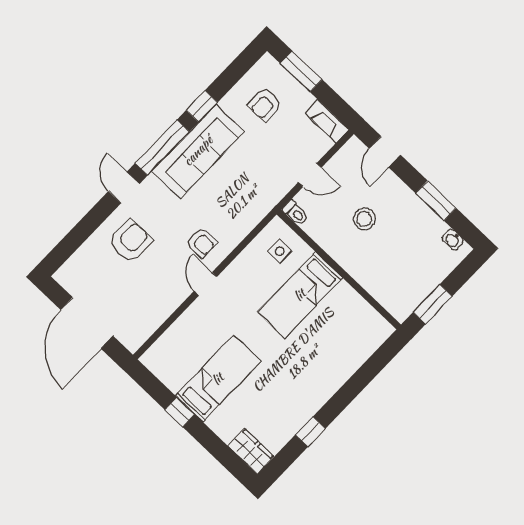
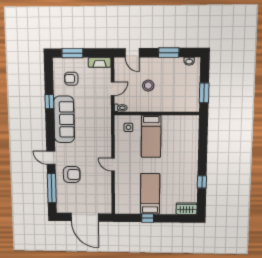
armchair: (265, 105) -> (71, 79), turned 90
window: (162, 148) -> (52, 188), moved
armchair: (130, 241) -> (72, 175), turned 90
armchair: (202, 242) -> (97, 151), removed

